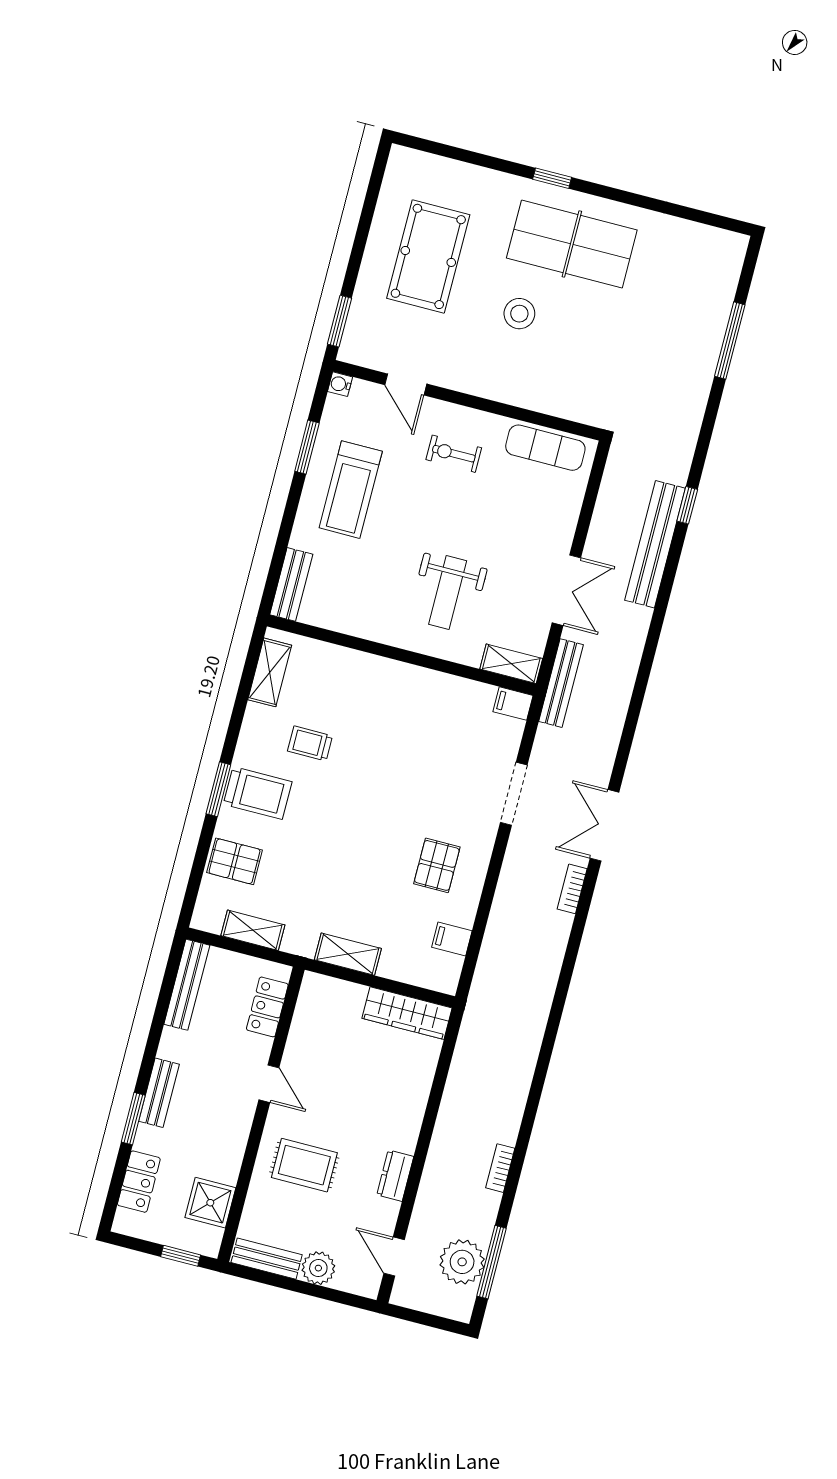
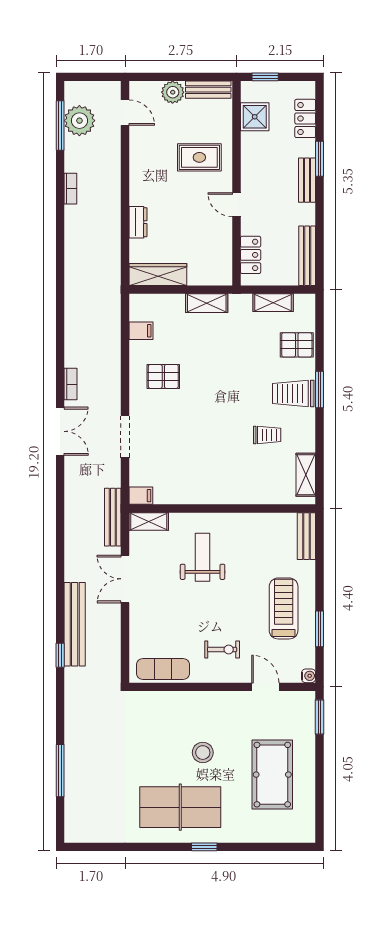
pallet: (437, 865) -> (163, 376), turned 90
dresser: (395, 1176) -> (138, 222), moved

